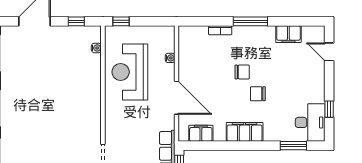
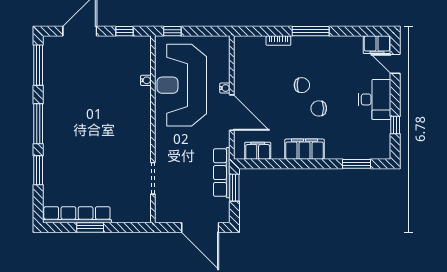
filing cabinet: (288, 34) -> (377, 45), moved
water cooler: (96, 48) -> (146, 80), moved
water cooler: (170, 58) -> (225, 88), moved
reception desk: (130, 72) -> (182, 85), width x1.36, depth x1.30
desk: (310, 122) -> (375, 99), moved

